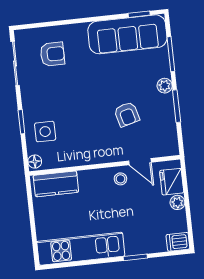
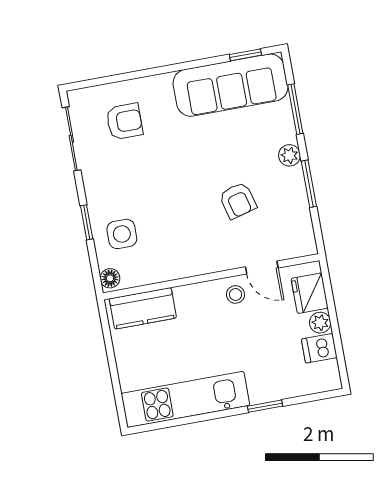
dishwasher: (178, 242) -> (319, 348), moved

